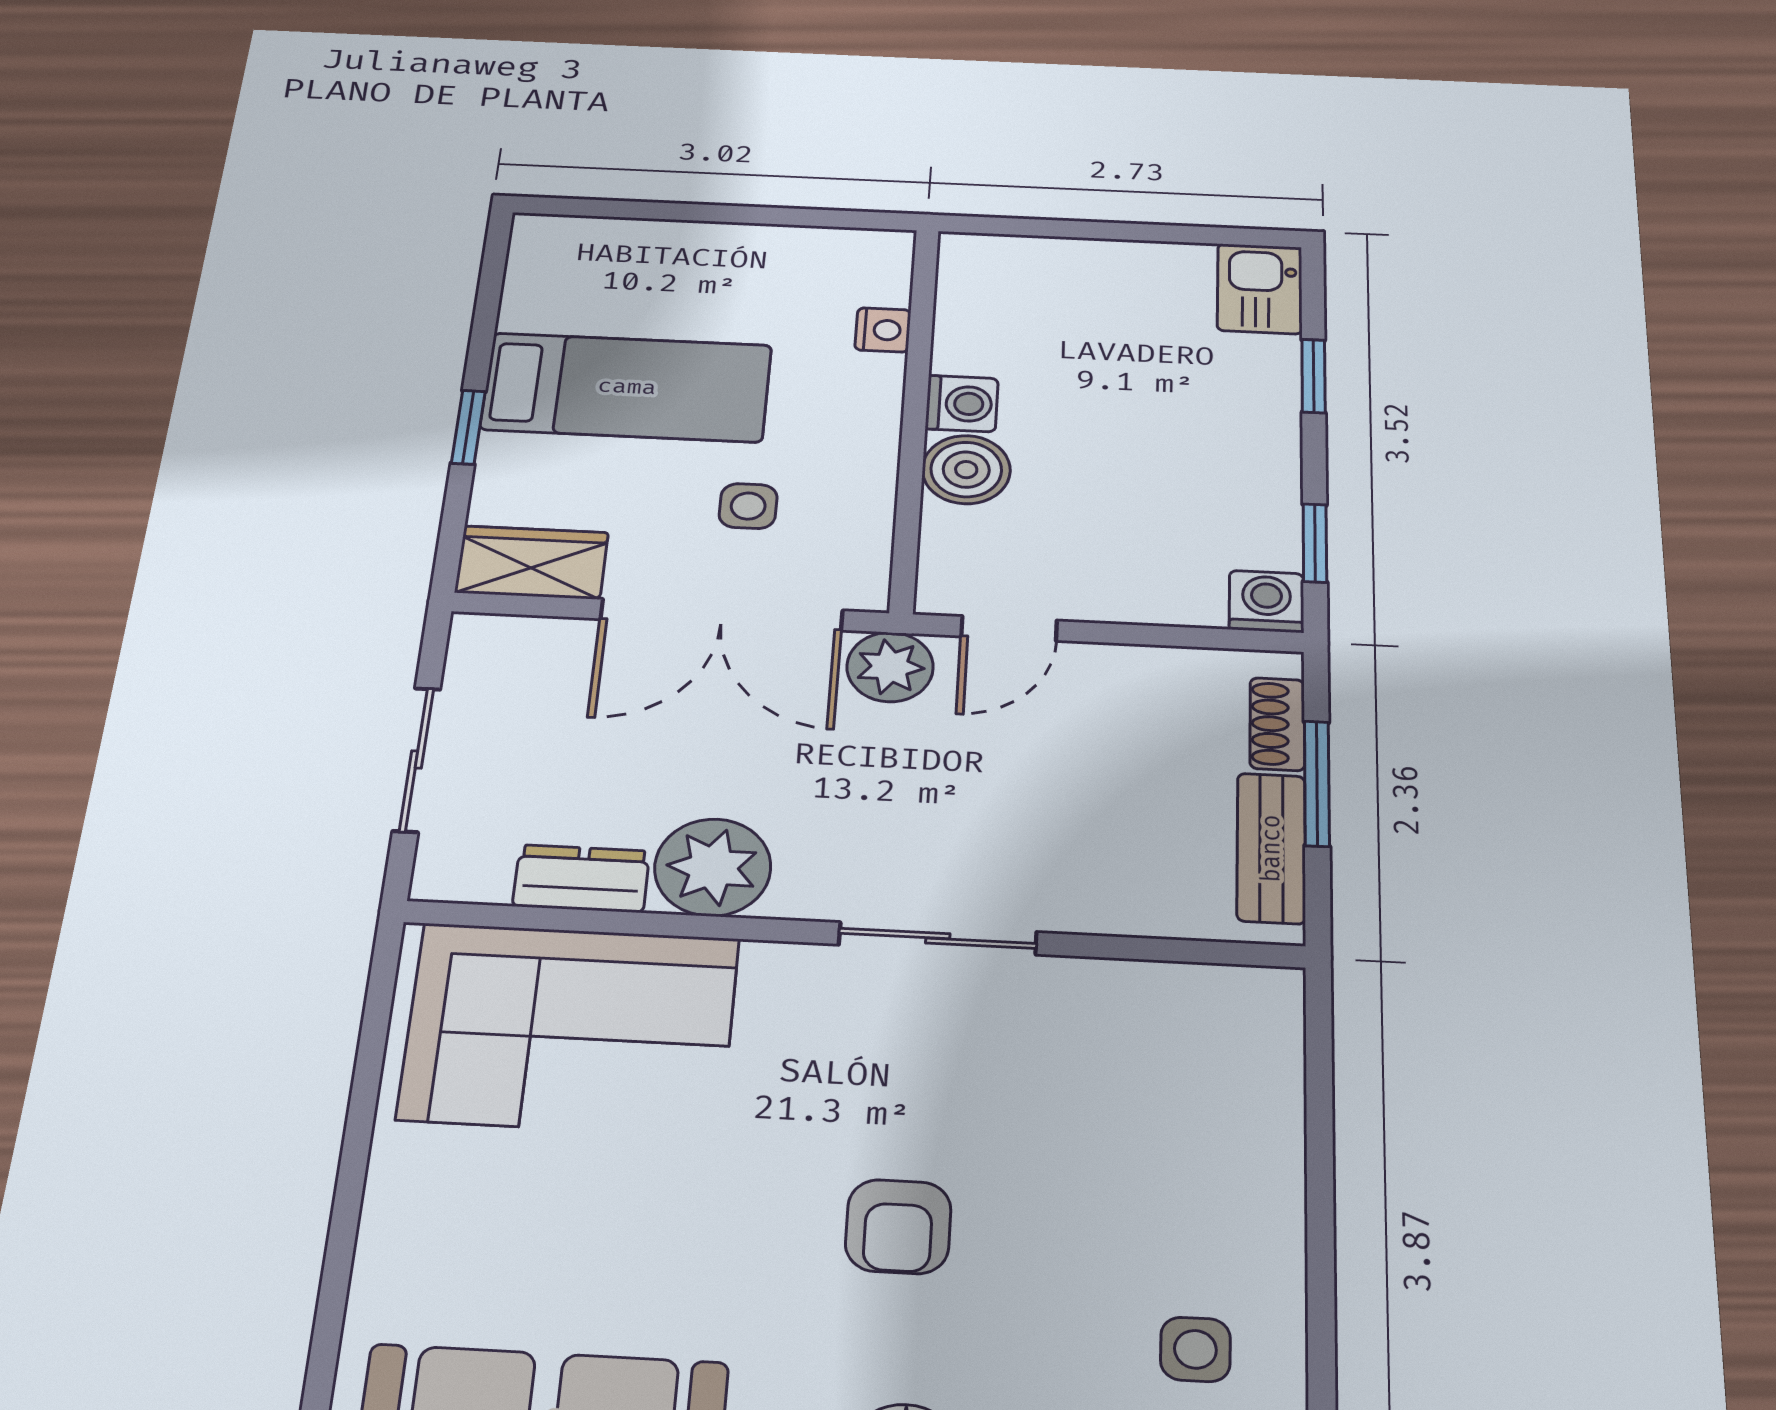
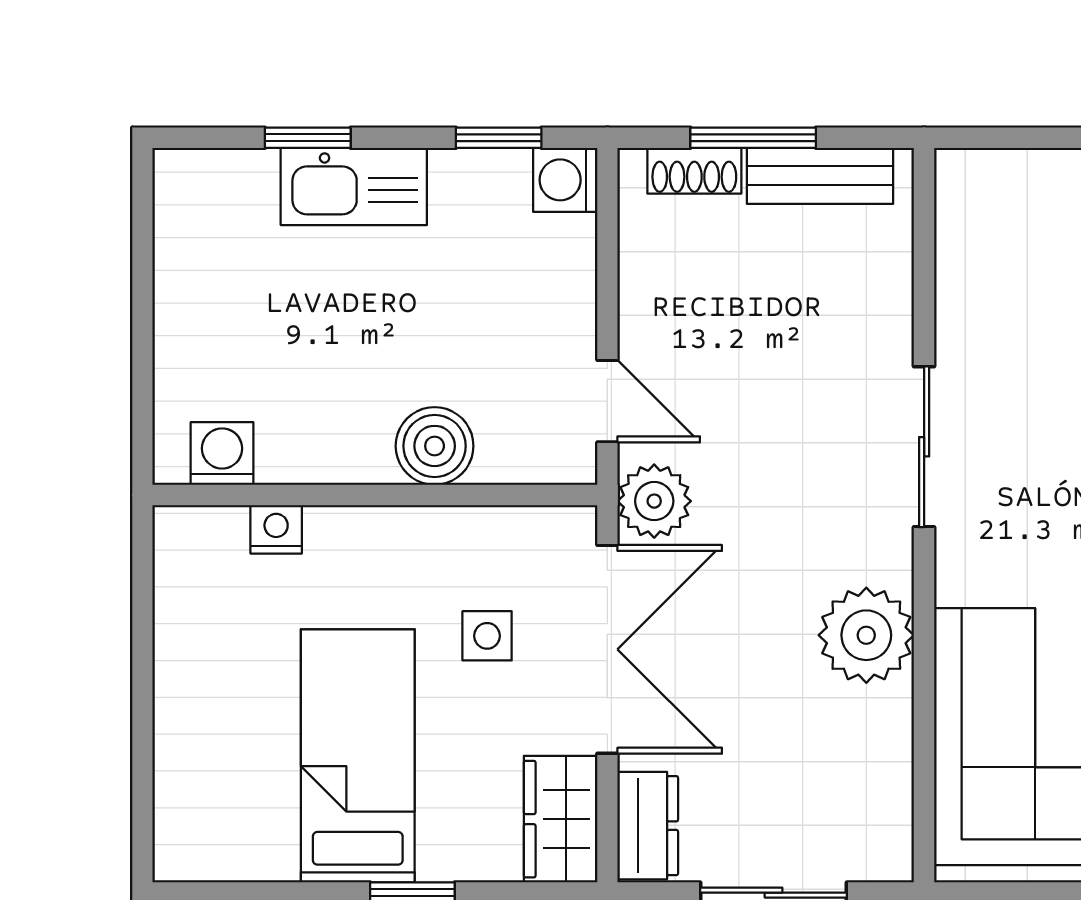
kitchen sink: (1260, 289) -> (354, 186), moved, width x1.38
washing machine: (962, 404) -> (222, 453), moved
dresser: (581, 879) -> (648, 826), moved, turned 180

